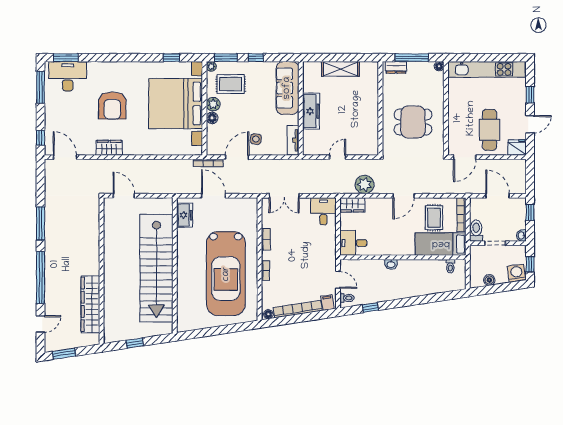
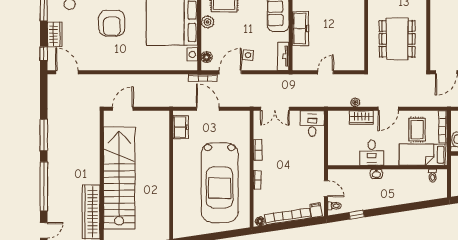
floor lamp: (212, 118) -> (207, 57), moved
dining table: (413, 122) -> (397, 39), width x1.38
wardrobe: (109, 148) -> (55, 34), moved, turned 90
plant: (365, 185) -> (355, 102), width x0.53, depth x0.53
door: (124, 196) -> (123, 109), hinge flipped
wardrobe: (352, 205) -> (361, 117), moved
desk: (353, 243) -> (372, 153), moved, turned -90
stairs: (156, 268) -> (119, 178), moved, turned 180

